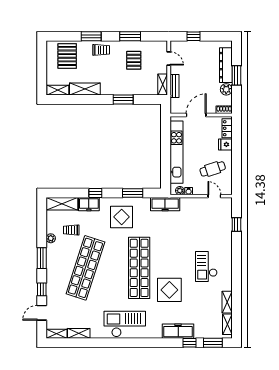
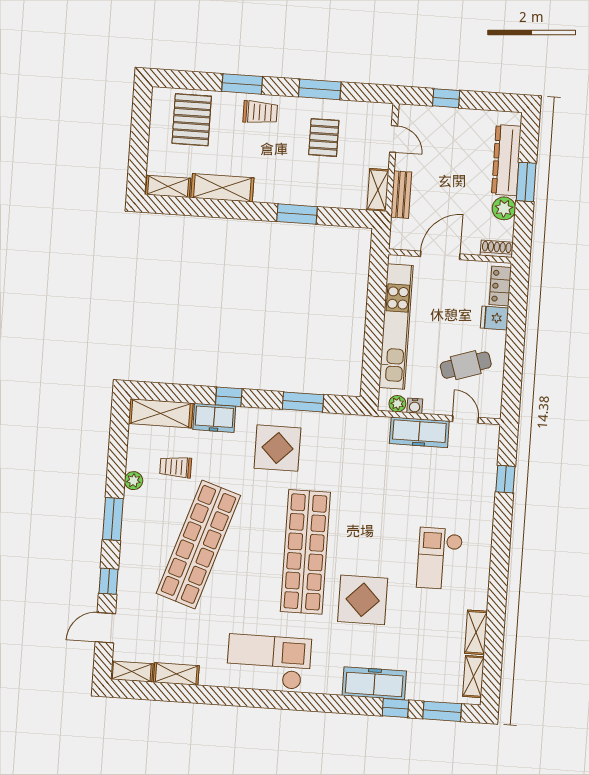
freezer: (165, 204) -> (419, 432), moved

